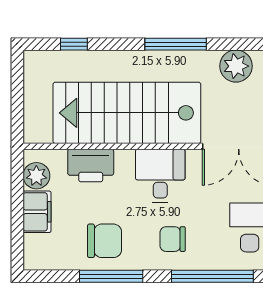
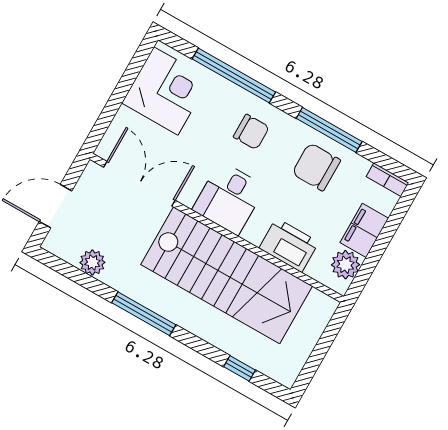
plant: (236, 66) -> (92, 262), width x0.73, depth x0.73
bookcase: (42, 263) -> (387, 180), added

